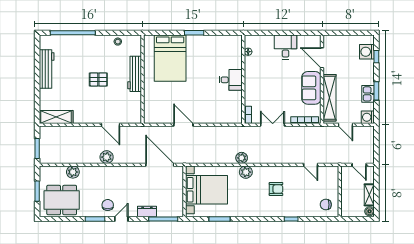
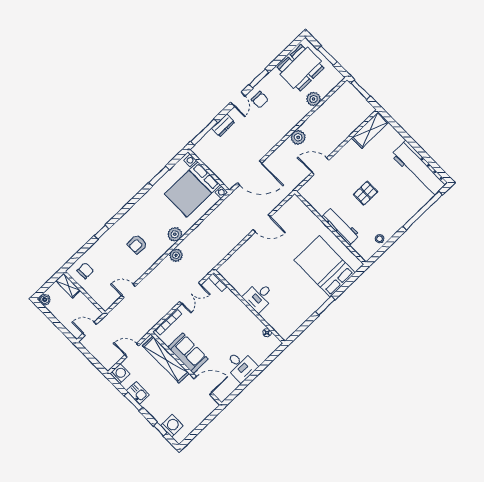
workbench: (47, 69) -> (419, 169), width x1.36, depth x1.32
plant: (242, 158) -> (176, 255), moved
shelving: (369, 195) -> (68, 285), moved

